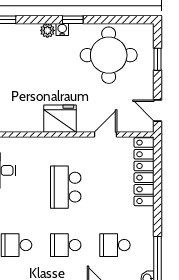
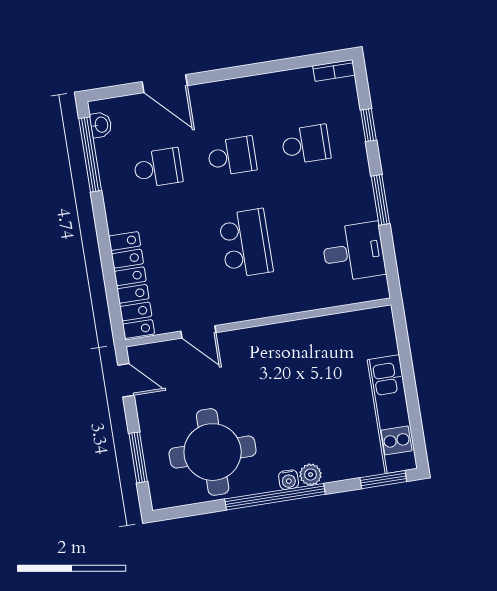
window: (73, 20) -> (275, 497), width x3.17
window: (158, 59) -> (138, 457), width x1.50
fridge: (60, 119) -> (271, 345), removed
door: (106, 135) -> (198, 332), hinge flipped

